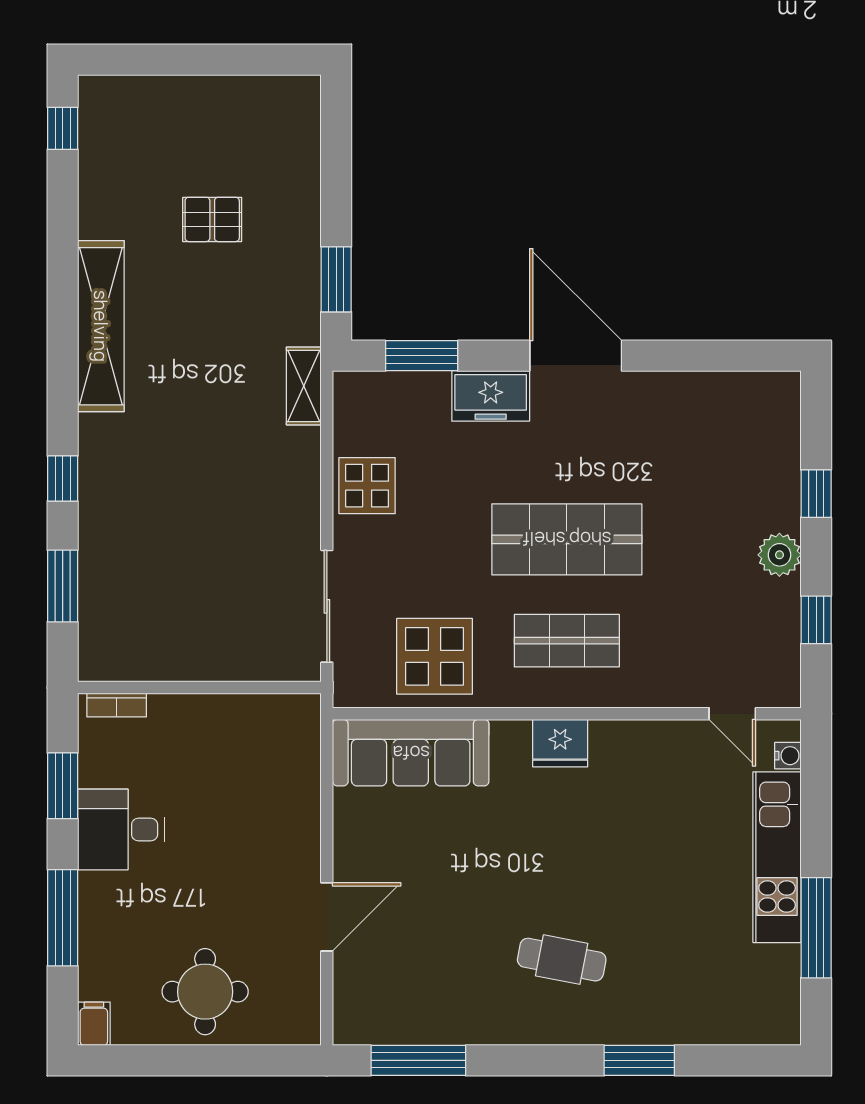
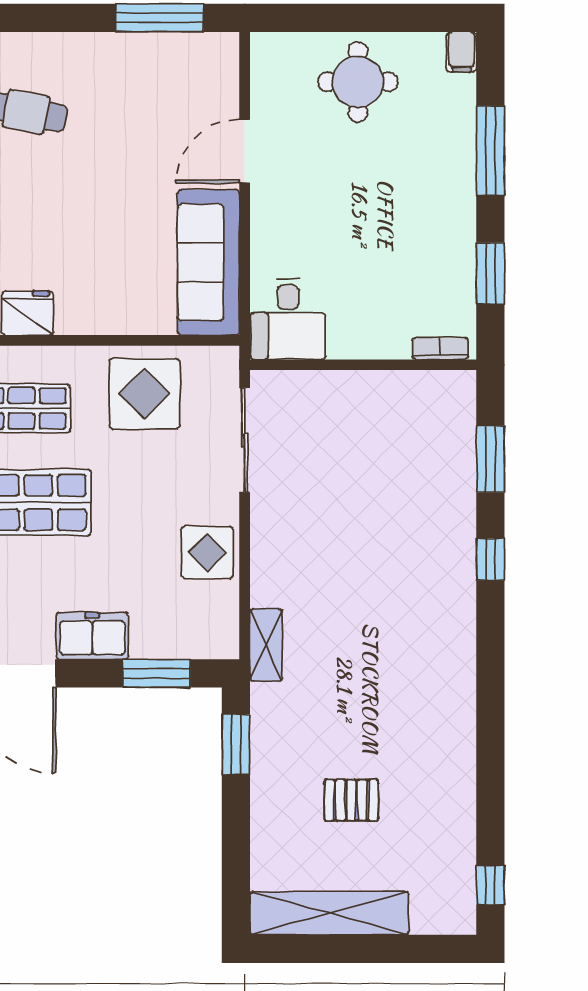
shelving: (101, 326) -> (329, 913), moved, turned 90
sofa: (411, 753) -> (208, 262), moved, turned -90
desk: (121, 830) -> (288, 319), moved, turned 90

